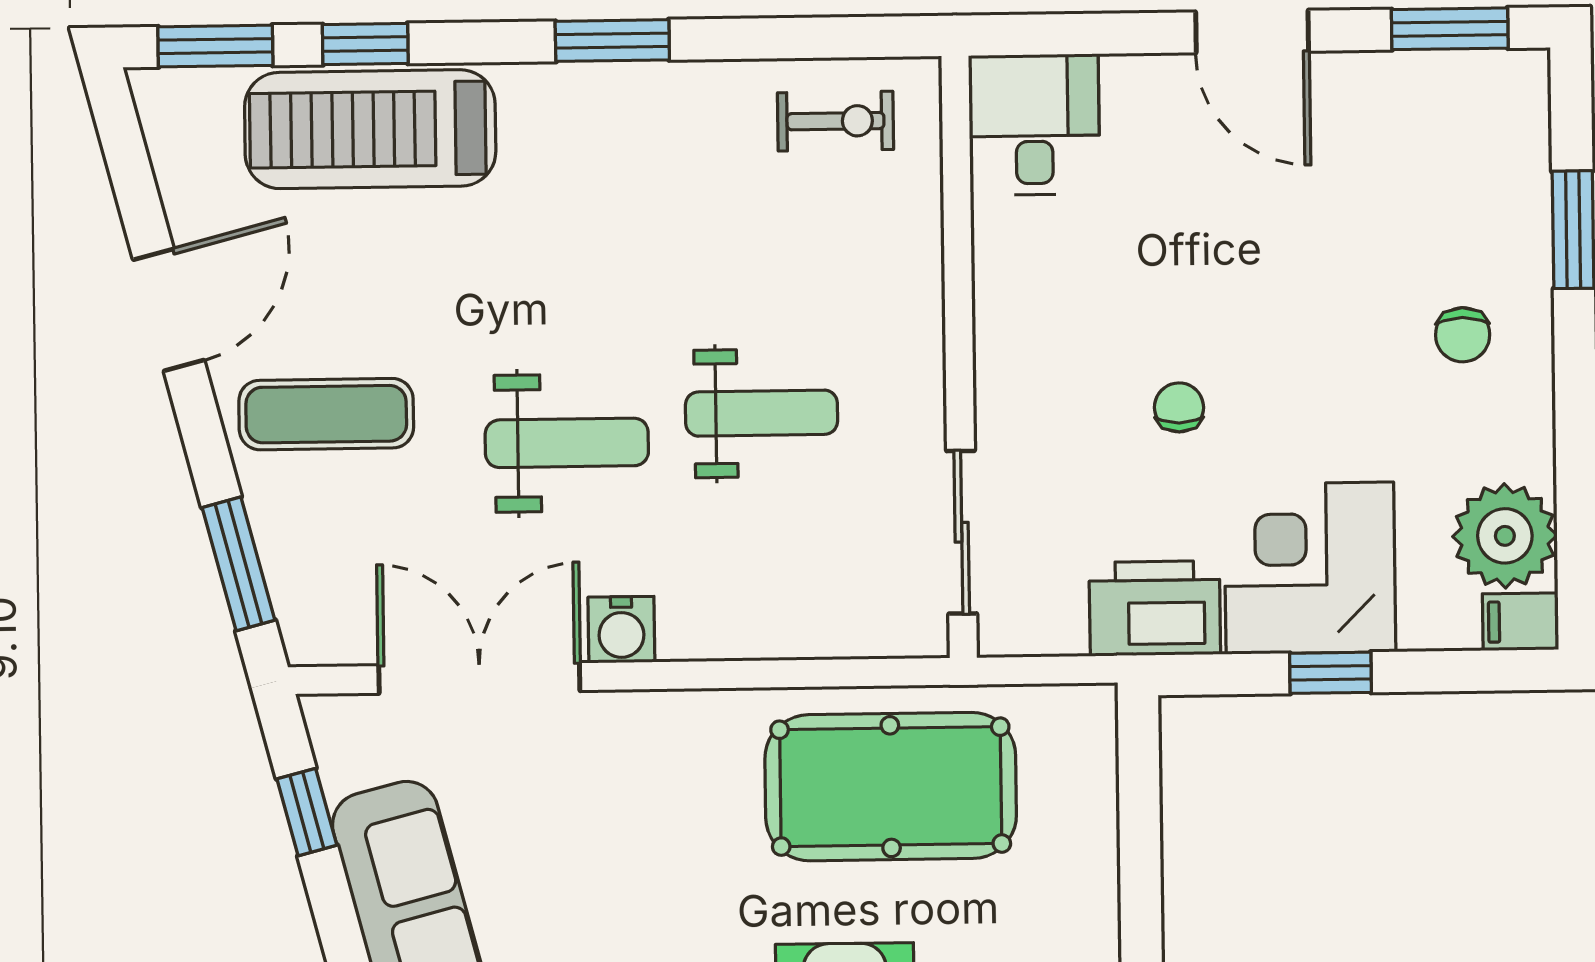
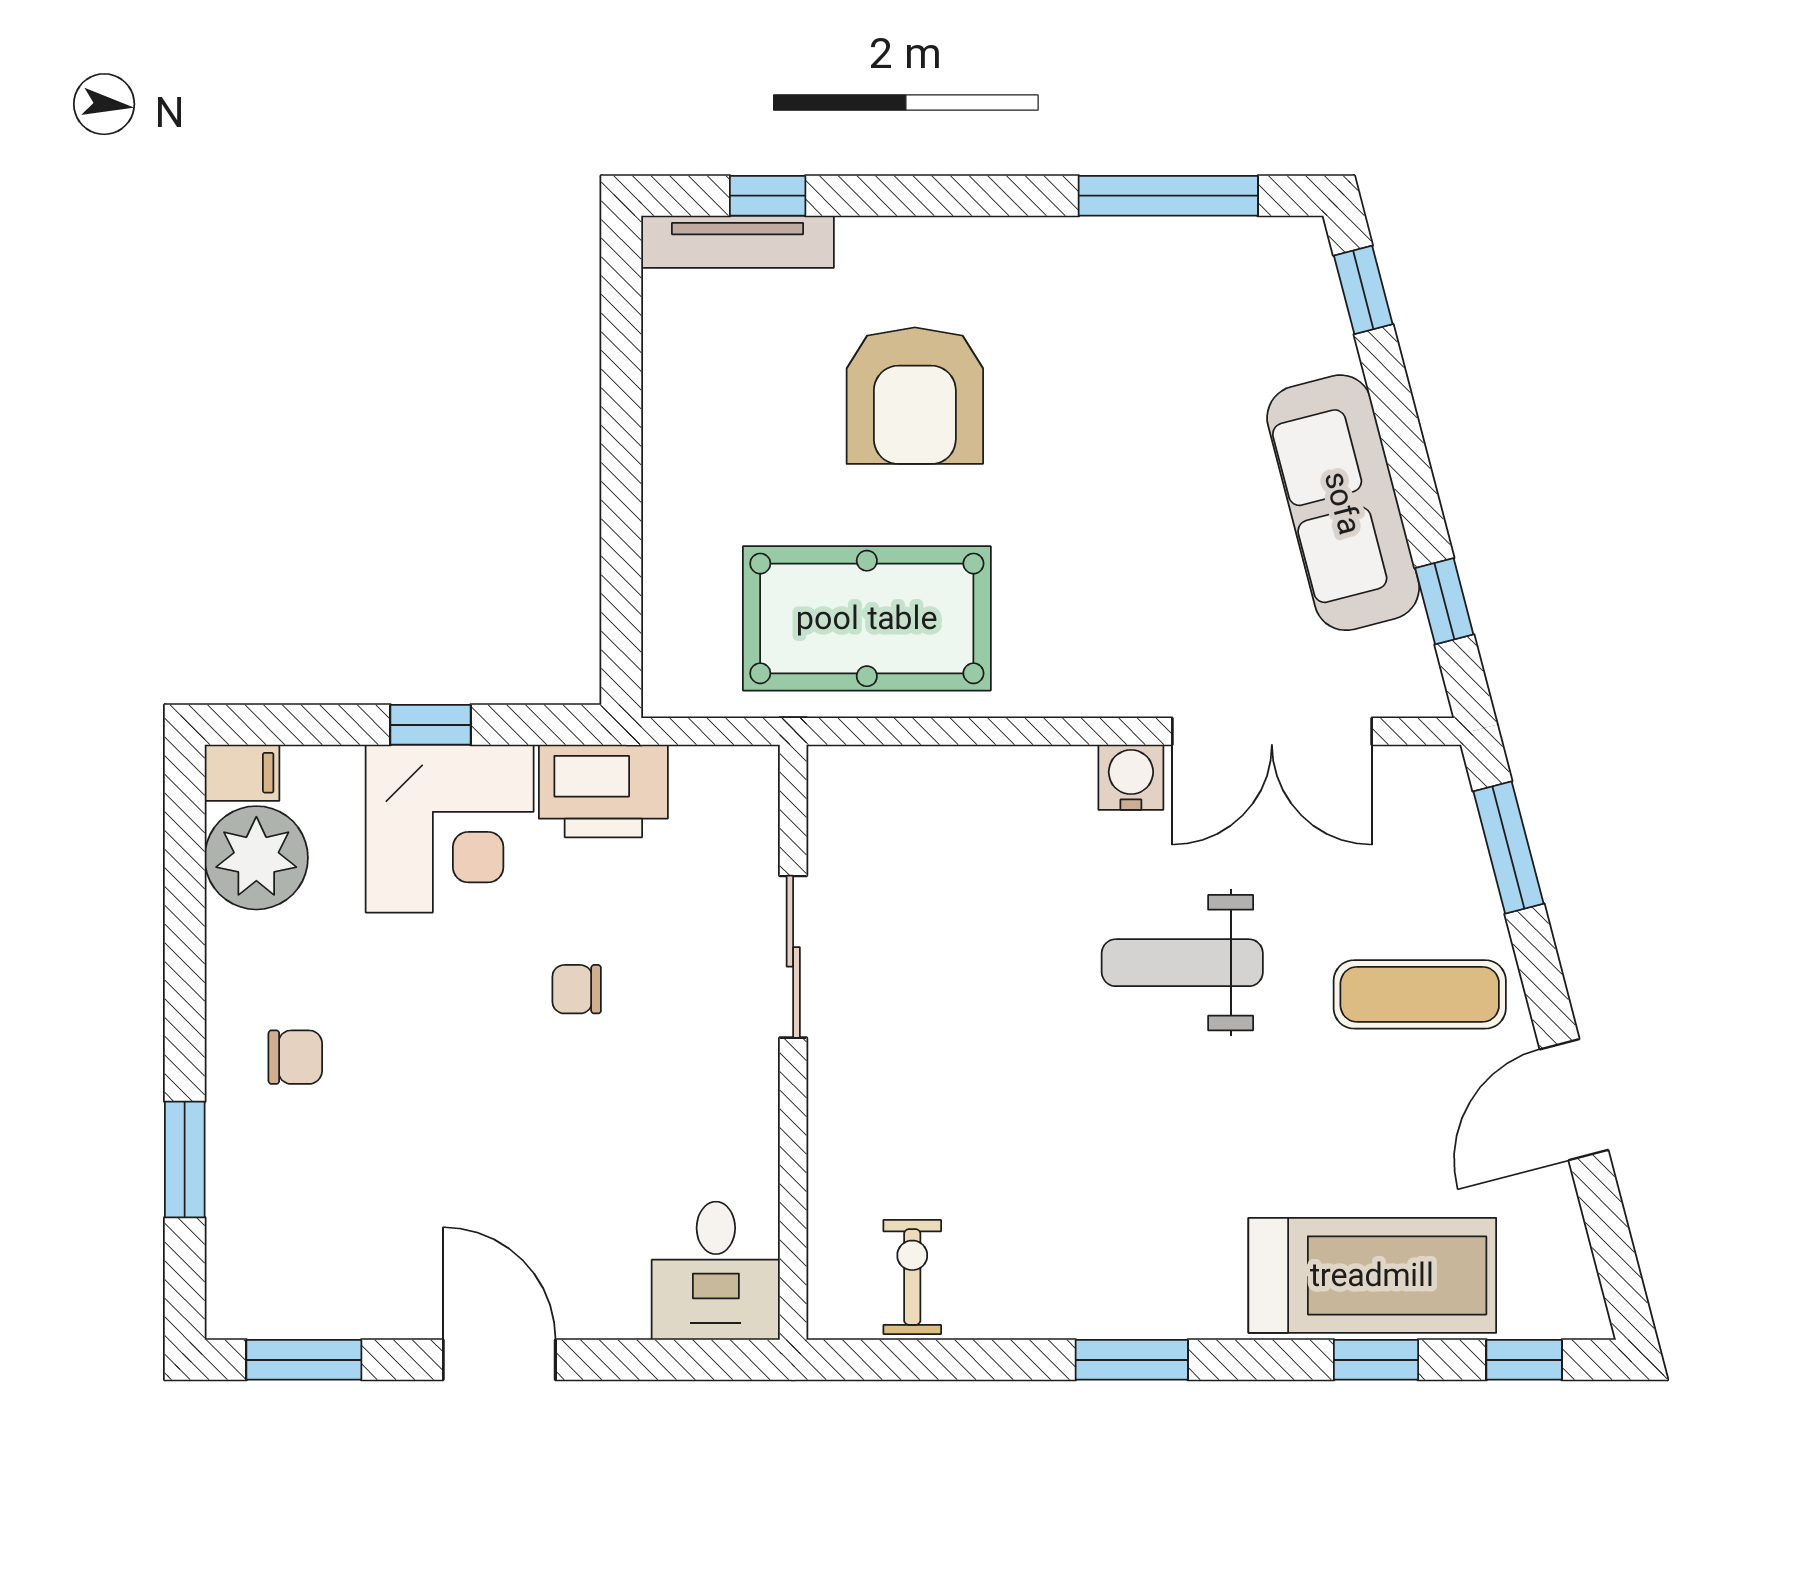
window: (215, 46) -> (1524, 1360), width x0.67
exercise bike: (835, 121) -> (912, 1277), turned 90
chair: (1463, 335) -> (295, 1057), turned 90
chair: (1179, 407) -> (577, 989), turned 90
weight bench: (762, 413) -> (989, 989), removed
sliding door: (962, 532) -> (793, 957), moved

